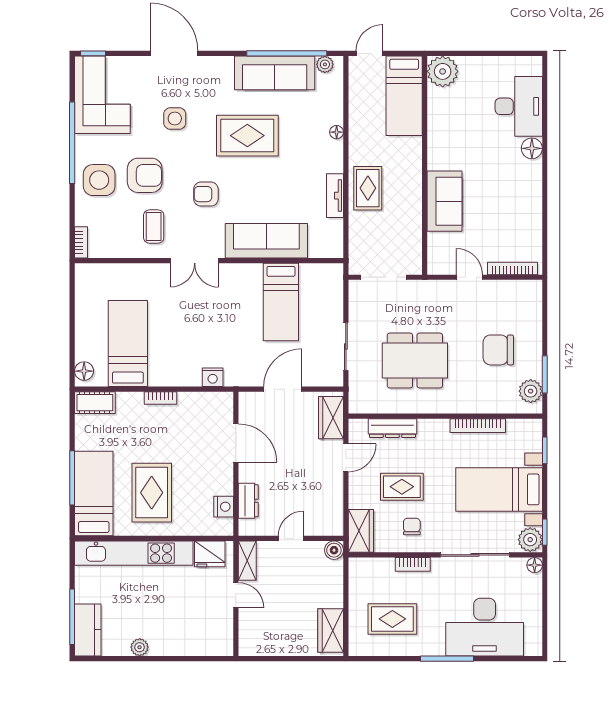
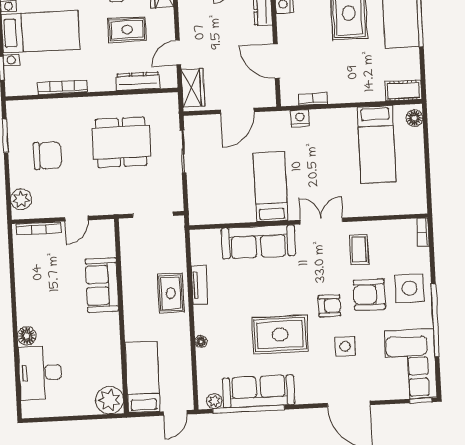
armchair: (206, 194) -> (329, 306), moved
door: (469, 277) -> (76, 219), hinge flipped
bed: (281, 302) -> (271, 187), moved
plant: (531, 391) -> (21, 199), moved
bookcase: (161, 398) -> (313, 99), moved

